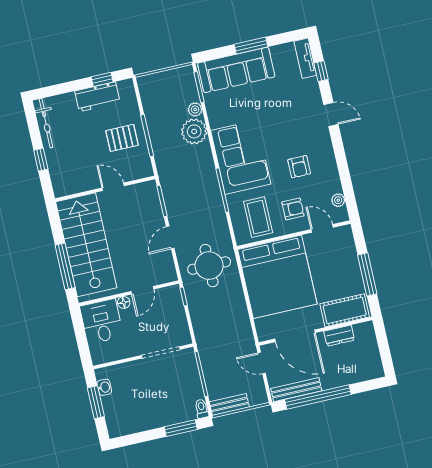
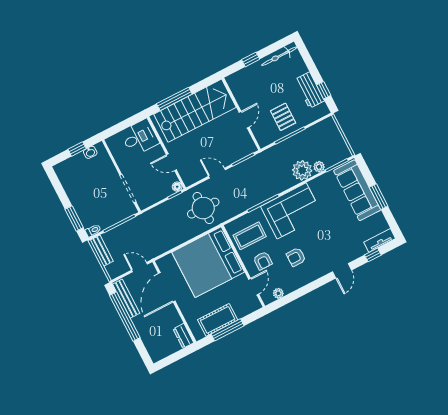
floor lamp: (124, 302) -> (177, 187), moved
cot: (345, 310) -> (218, 320), moved, turned 90
dresser: (339, 336) -> (183, 336), moved
door: (262, 363) -> (140, 267), hinge flipped
window: (96, 402) -> (77, 149), width x0.67

